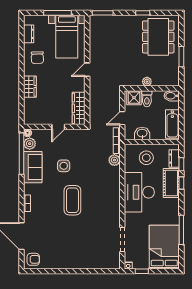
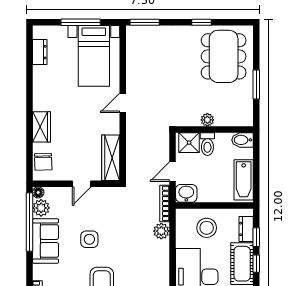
chair: (37, 58) -> (43, 162), moved
washbasin: (142, 133) -> (186, 193), moved

